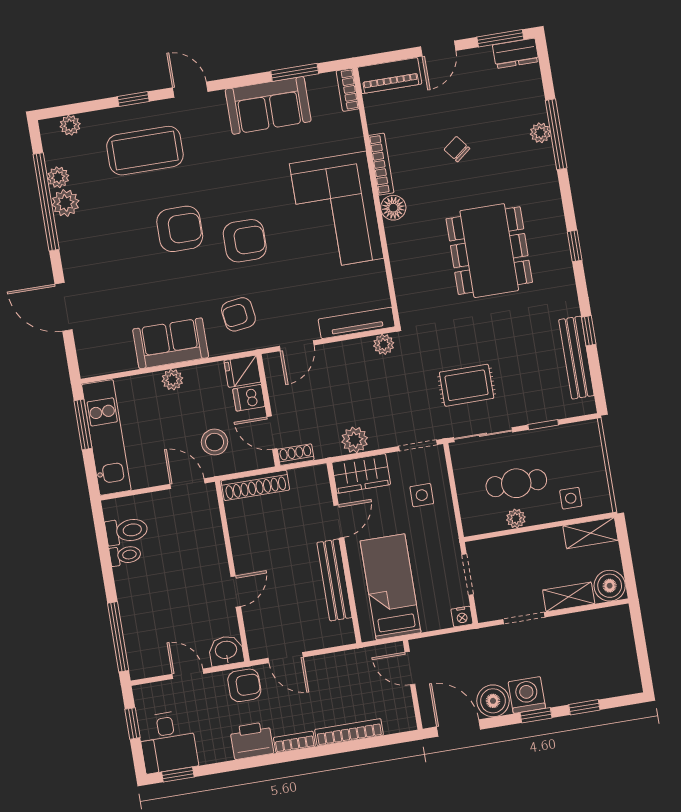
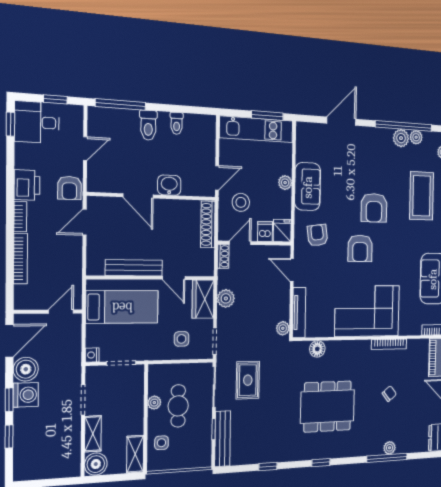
floor lamp: (393, 208) -> (317, 349), moved
bench: (576, 358) -> (223, 439), moved, turned 90
toilet: (127, 531) -> (148, 125), moved
door: (236, 592) -> (138, 196), width x1.38
washbasin: (226, 651) -> (169, 185), moved, turned -90

